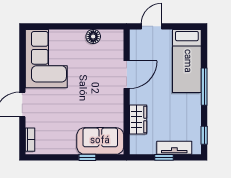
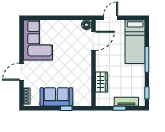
floor lamp: (93, 37) -> (86, 25), moved
door: (127, 75) -> (93, 41), moved
sofa: (100, 141) -> (56, 97), moved

